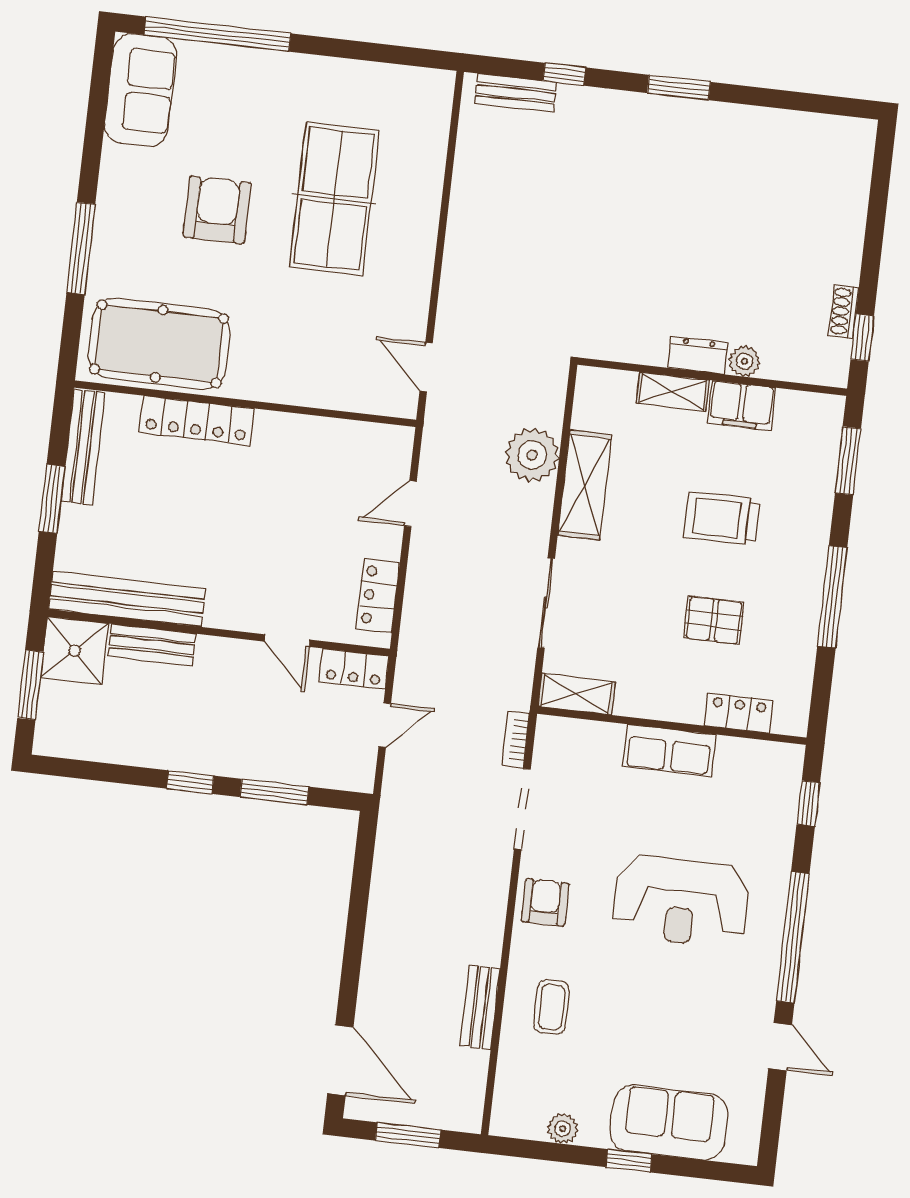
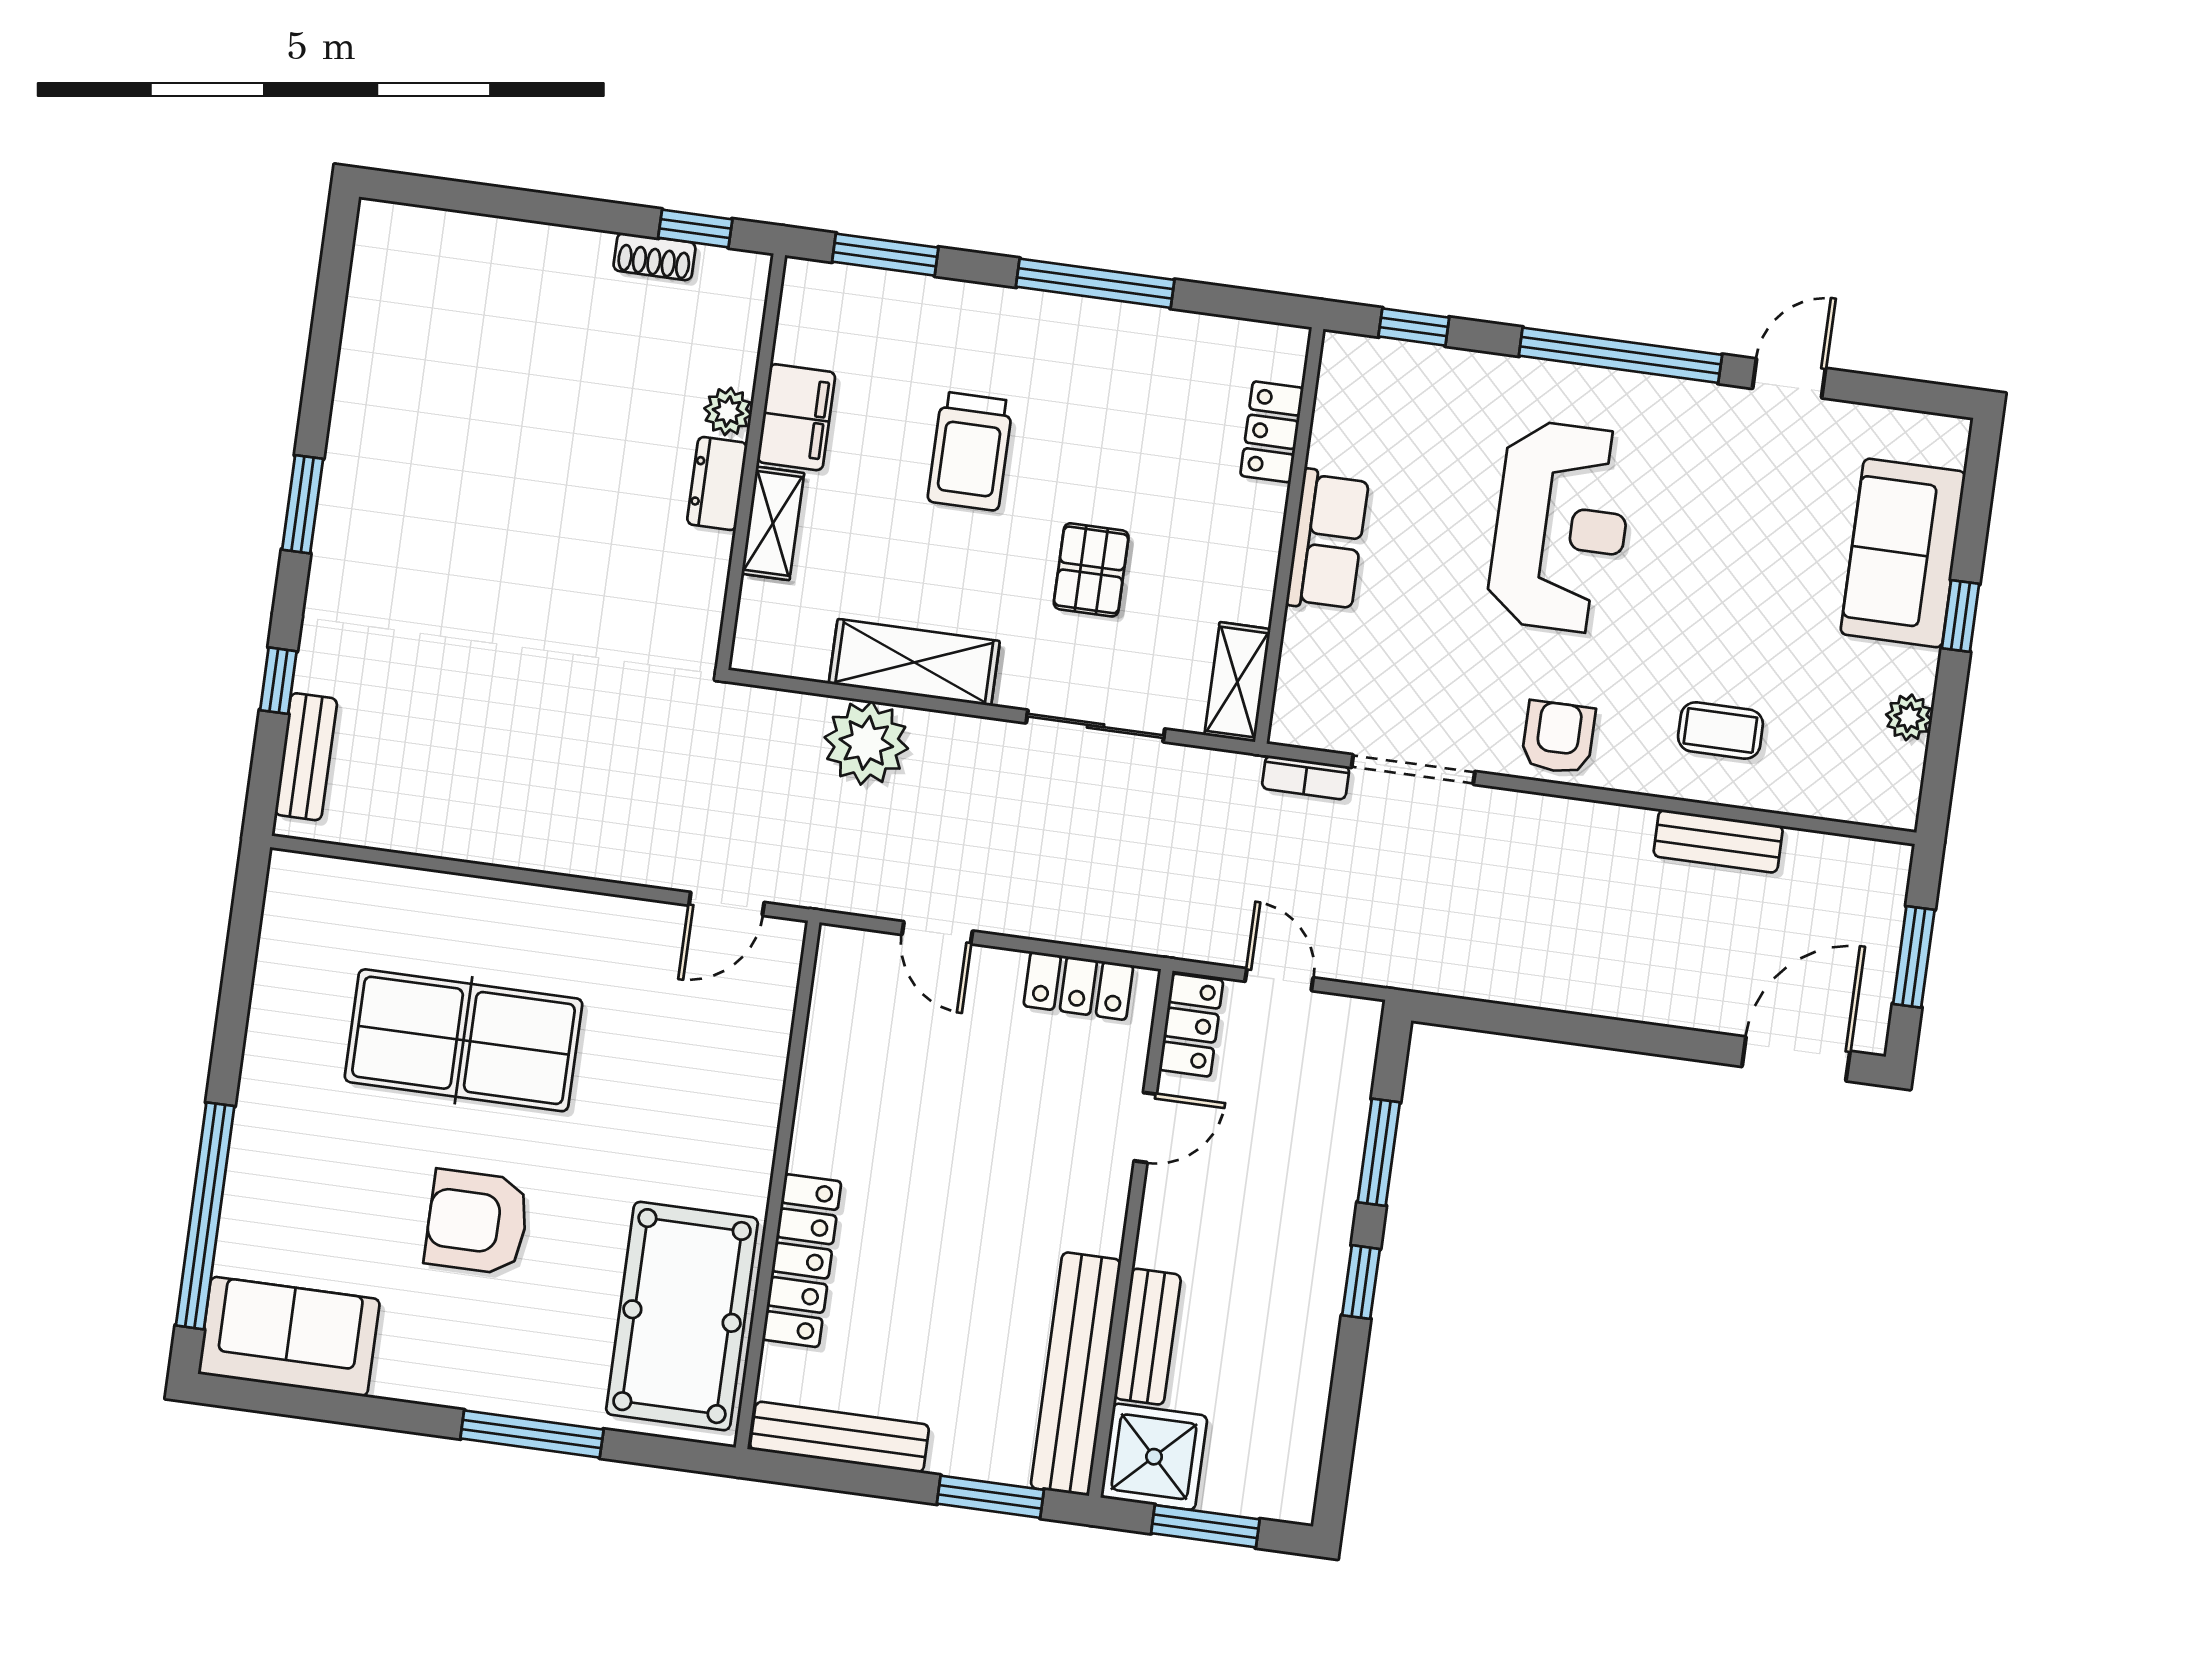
window: (52, 499) -> (990, 1497), moved
pallet: (714, 620) -> (1091, 570), moved
armchair: (545, 902) -> (1558, 737), turned 90

